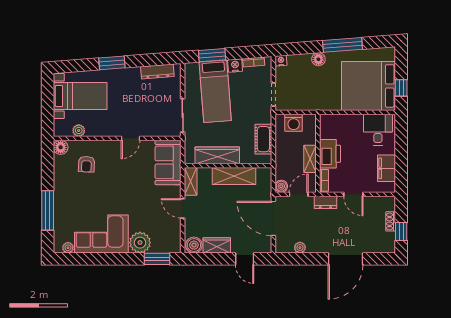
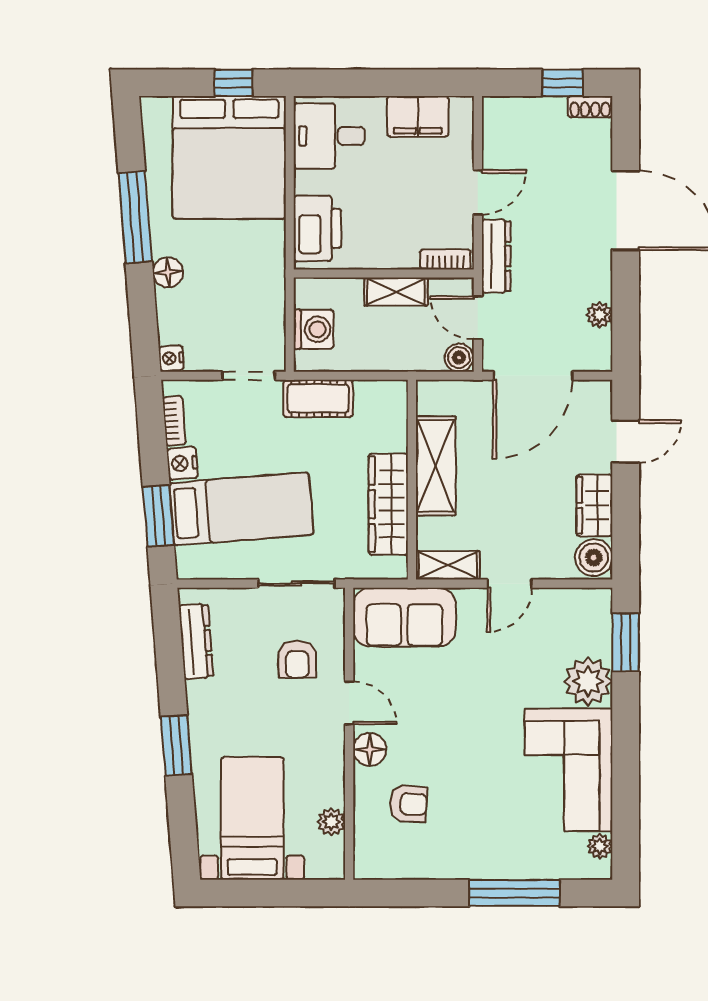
armchair: (150, 116) -> (297, 659), added
cot: (263, 139) -> (318, 398), moved
floor lamp: (61, 147) -> (370, 749), moved
printer: (330, 154) -> (317, 228), moved, turned 90
dresser: (325, 202) -> (496, 256), width x1.44
shoe rack: (391, 221) -> (590, 107), moved

